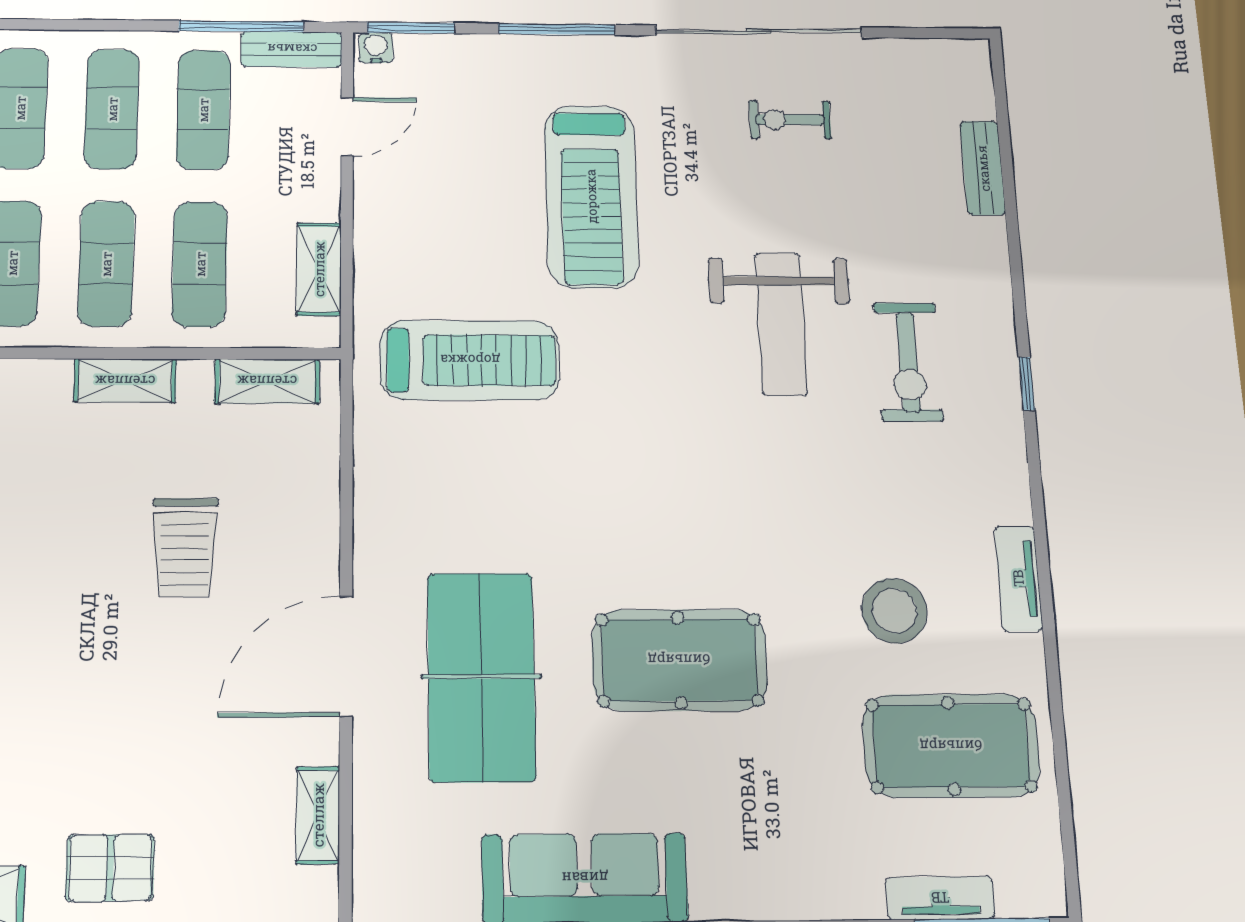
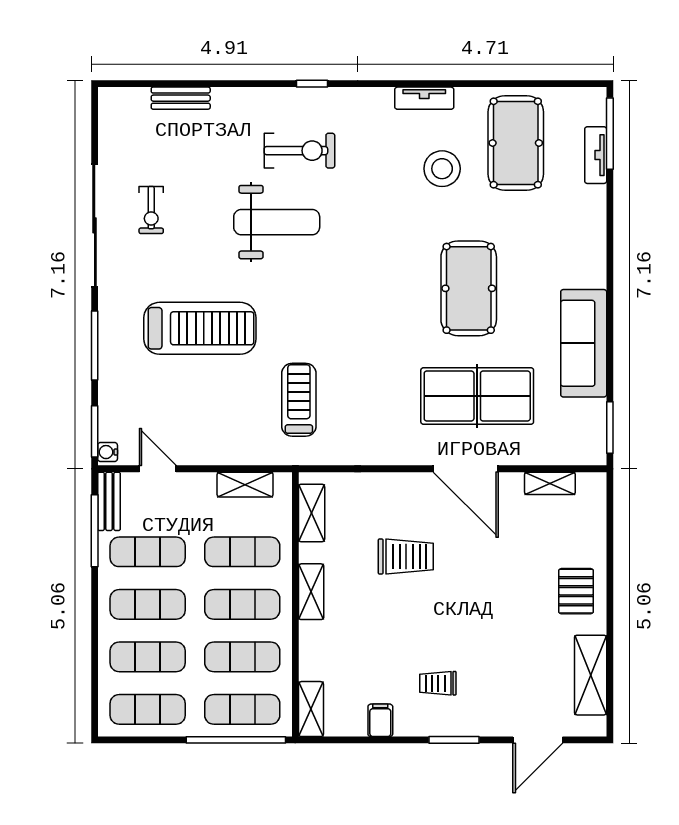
treadmill: (470, 360) -> (299, 400), width x0.73, depth x0.73

